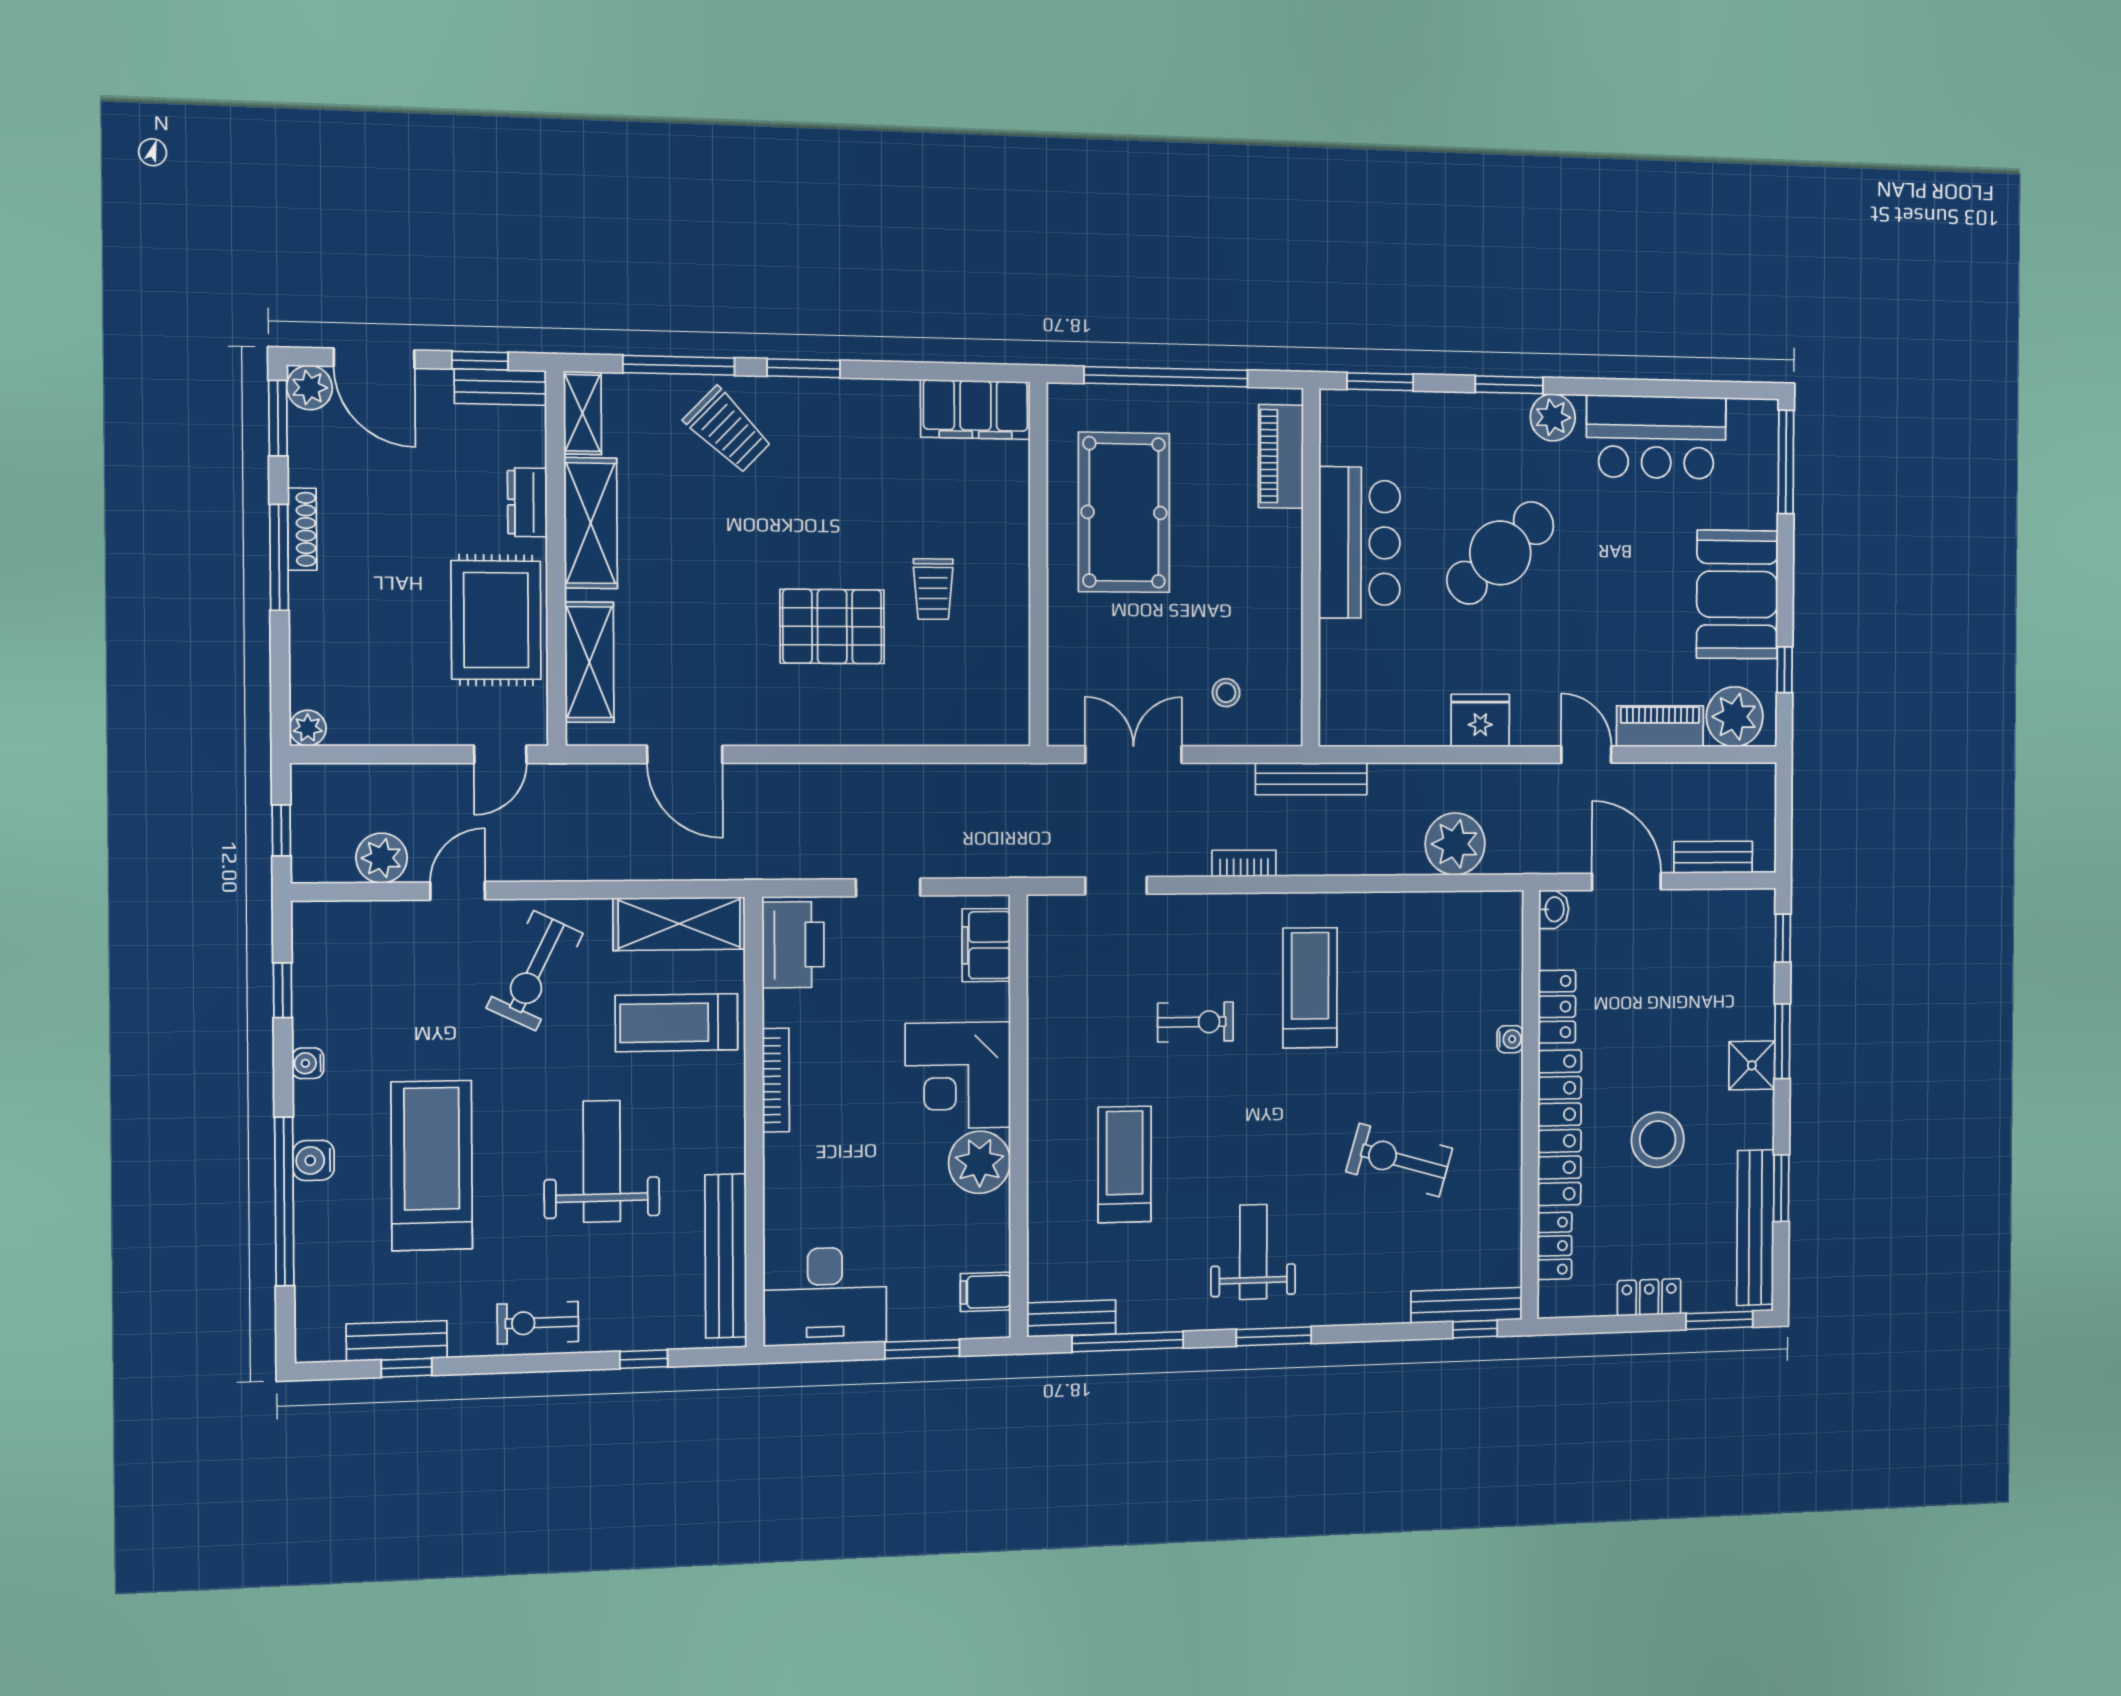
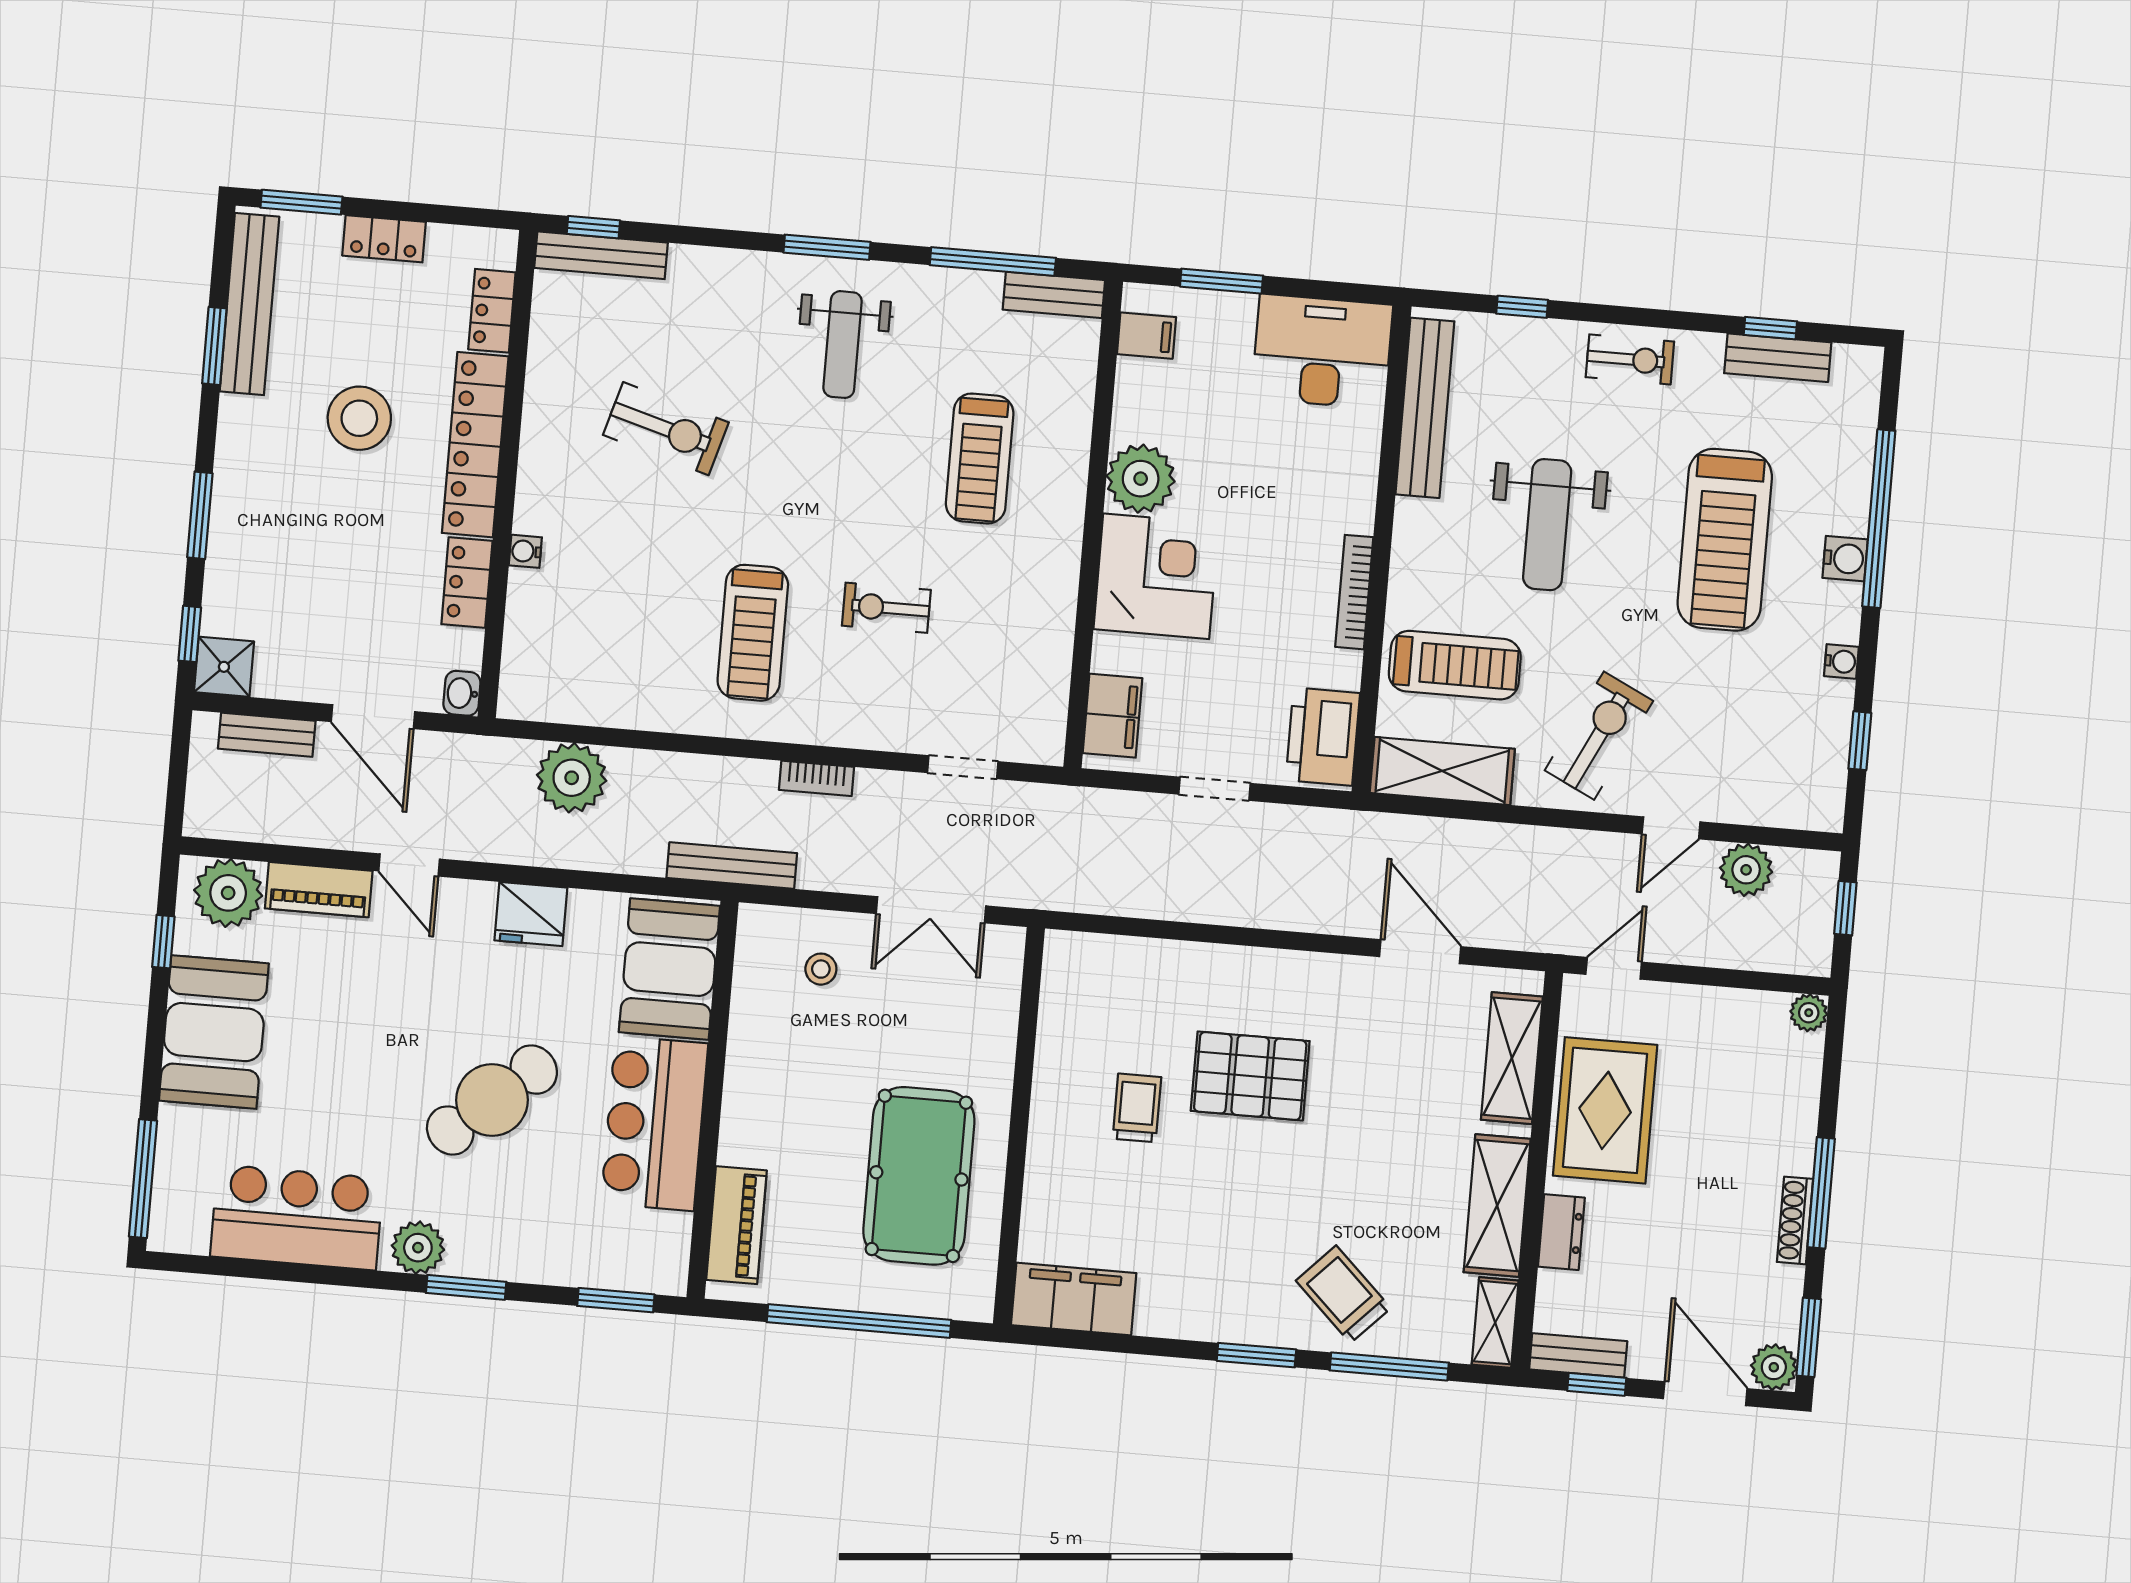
booth: (1358, 682) -> (669, 969), added
shower: (1752, 1065) -> (224, 667), moved

